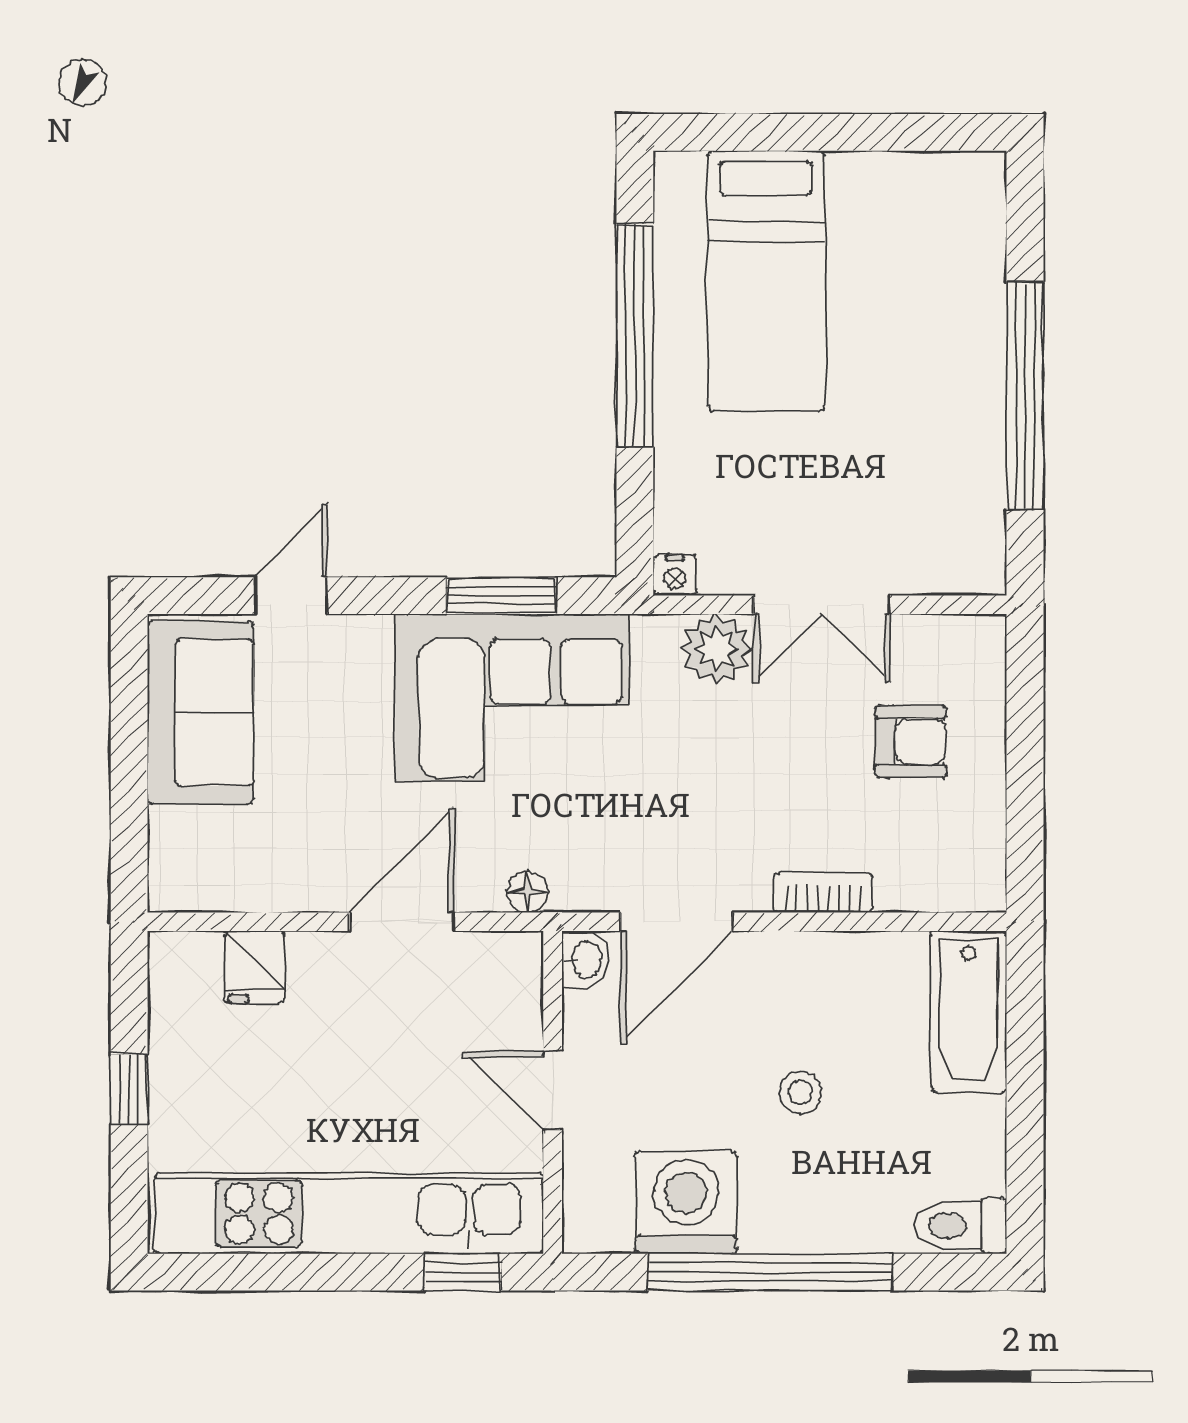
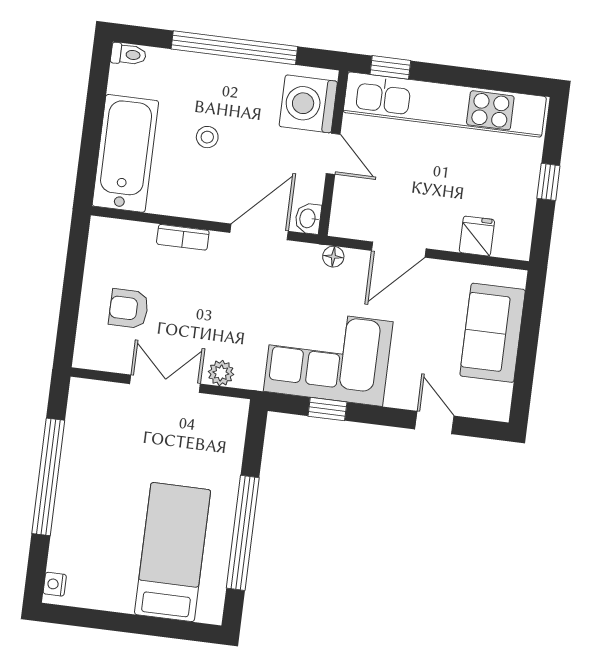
nightstand: (675, 575) -> (55, 584), moved, turned -90
door: (291, 596) -> (434, 423), swing flipped
window: (501, 596) -> (327, 409), width x0.67
plant: (716, 649) -> (221, 373), width x0.73, depth x0.73
sofa: (200, 712) -> (493, 333), moved
bathtub: (969, 1011) -> (125, 153), width x1.36, depth x1.36
washing machine: (686, 1203) -> (308, 104), moved, turned 90
toilet: (960, 1226) -> (128, 54), width x0.73, depth x0.72

